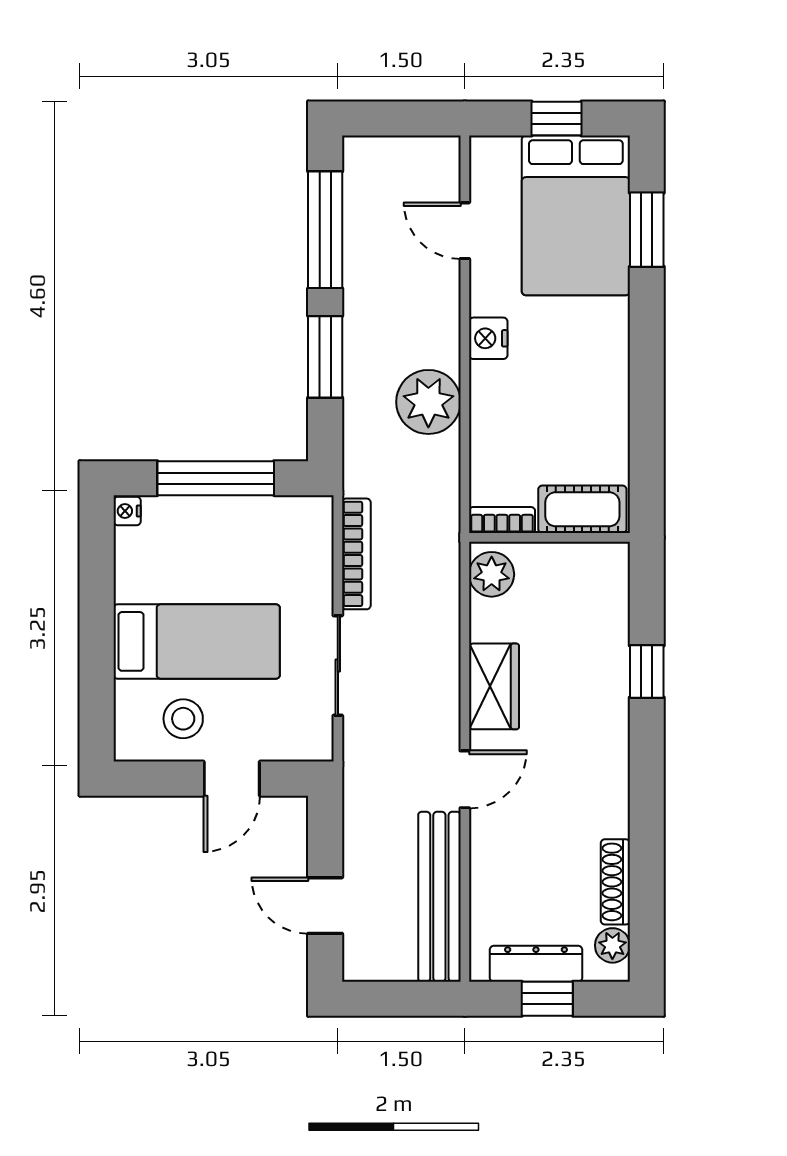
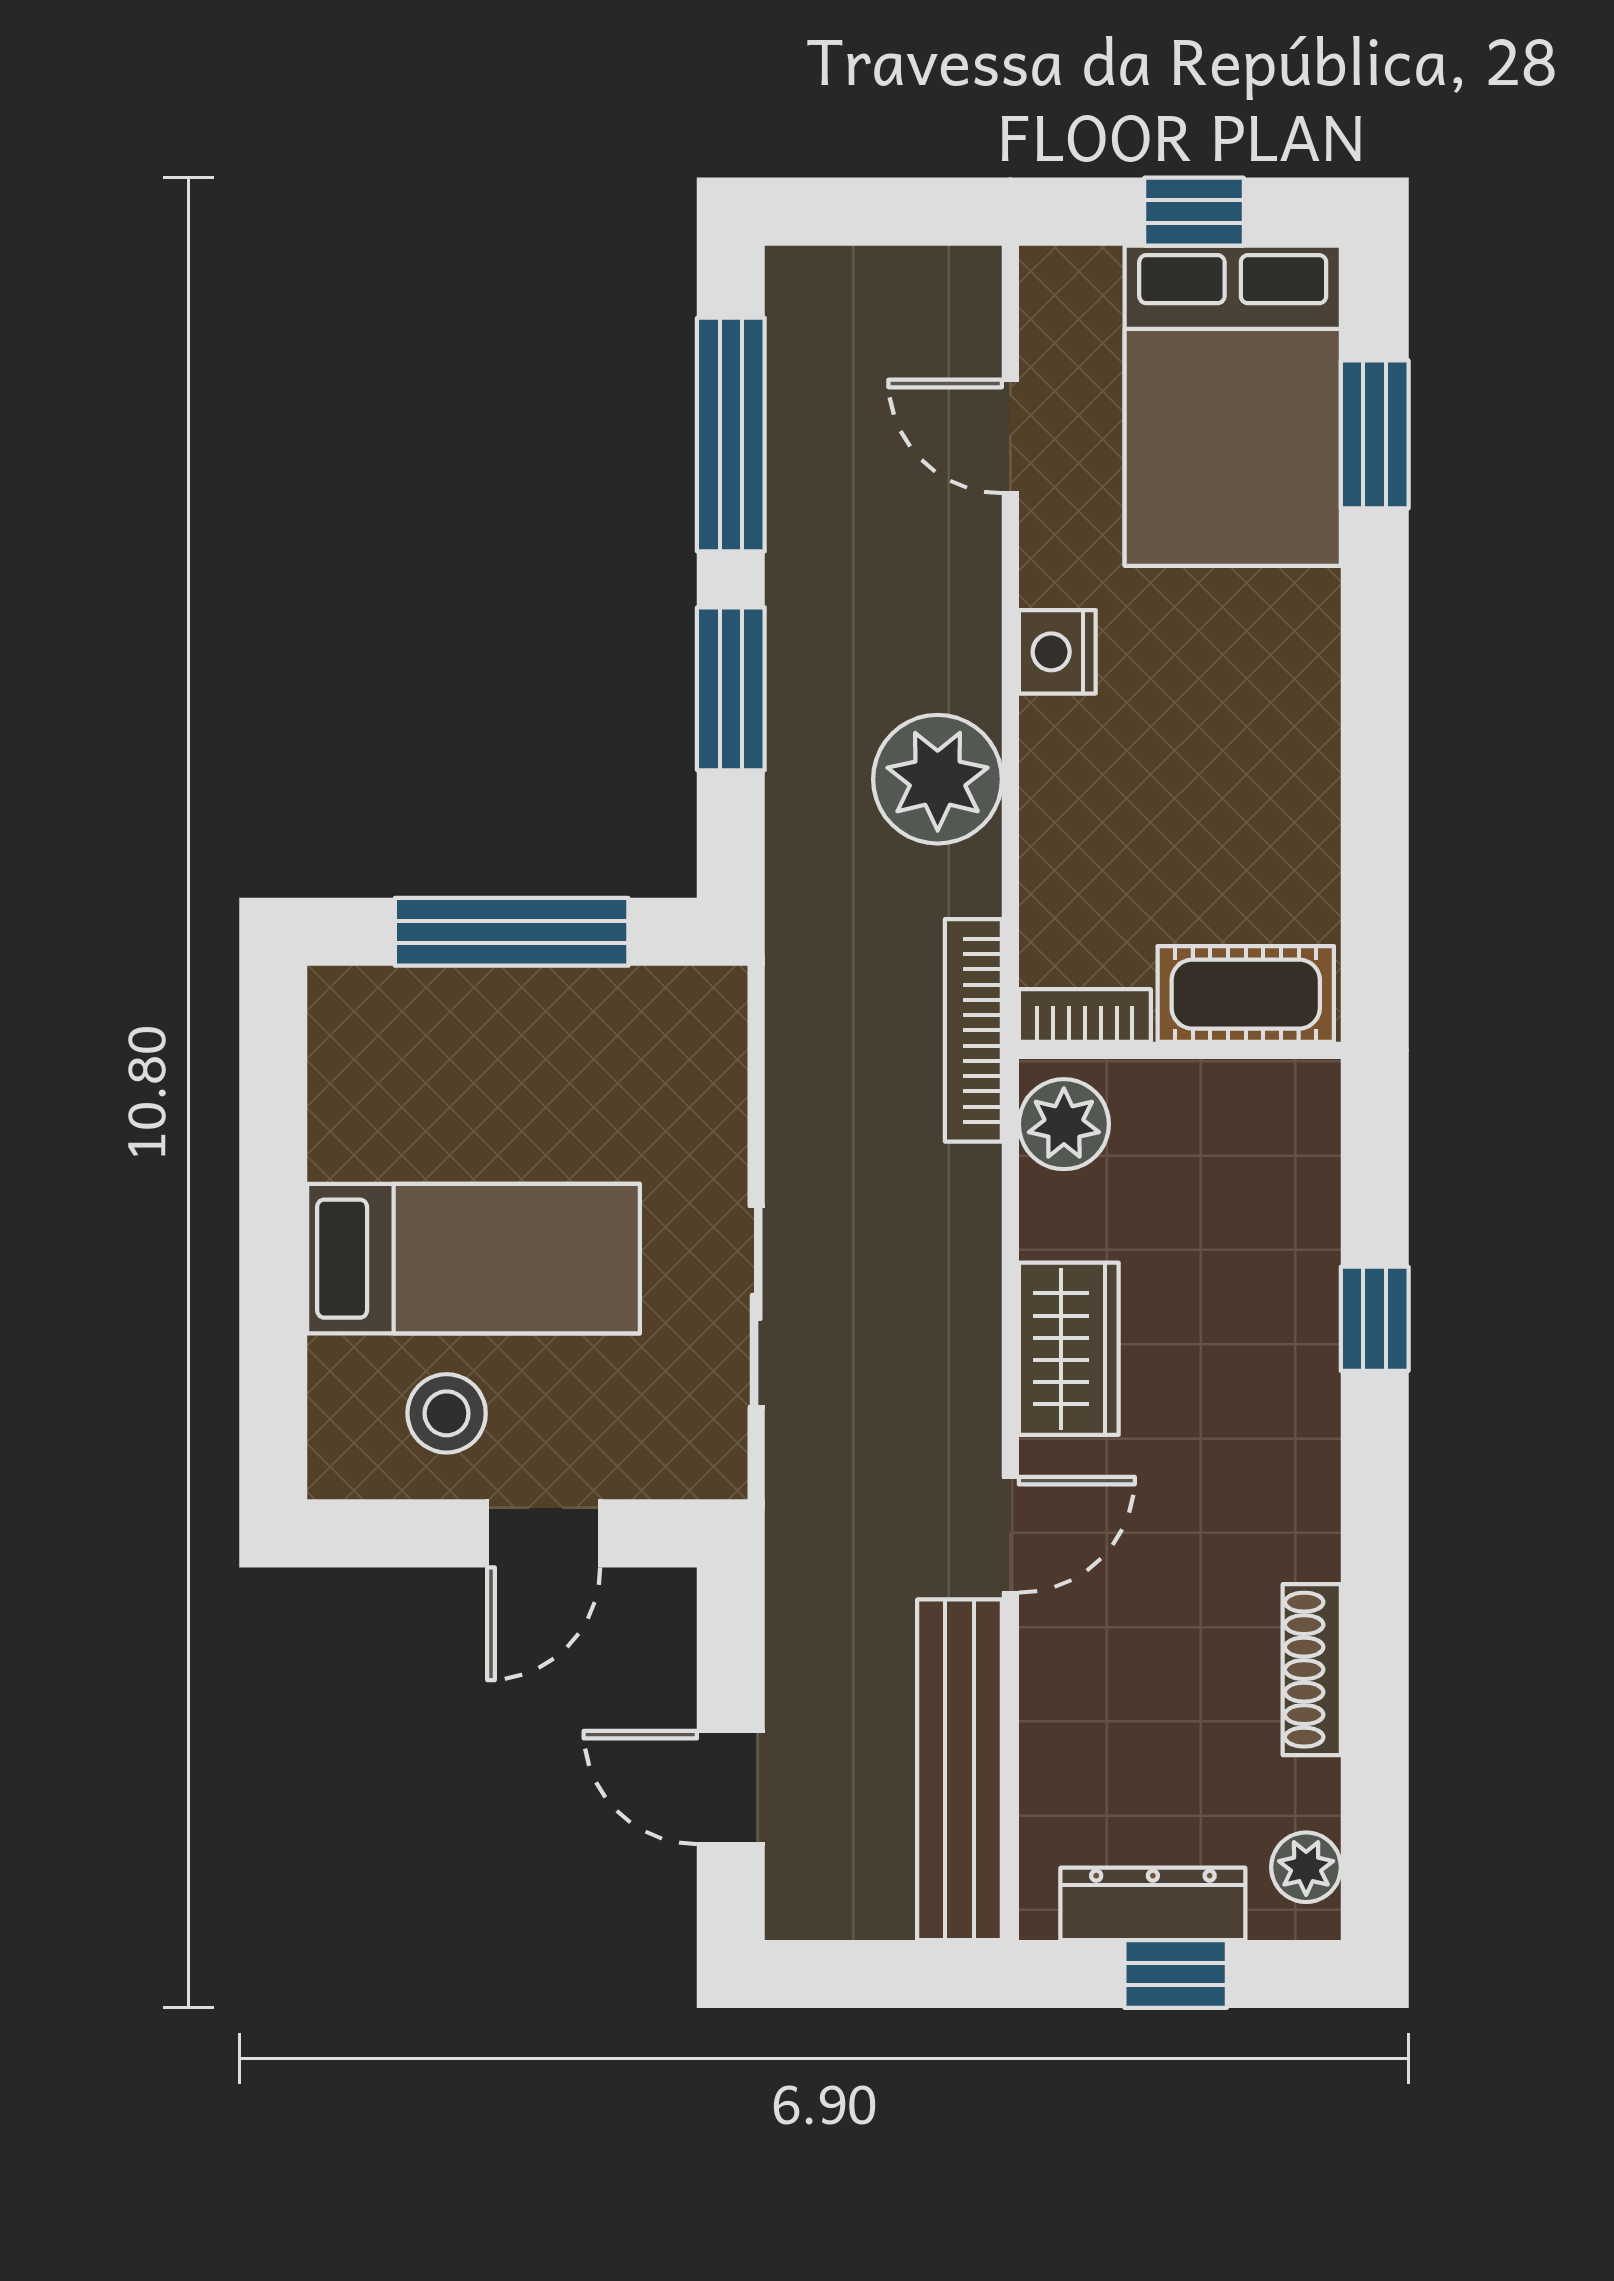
nightstand: (127, 511) -> (334, 998), removed
bookcase: (356, 554) -> (973, 1030), moved, turned 180
shoe rack: (615, 882) -> (1312, 1670), moved

